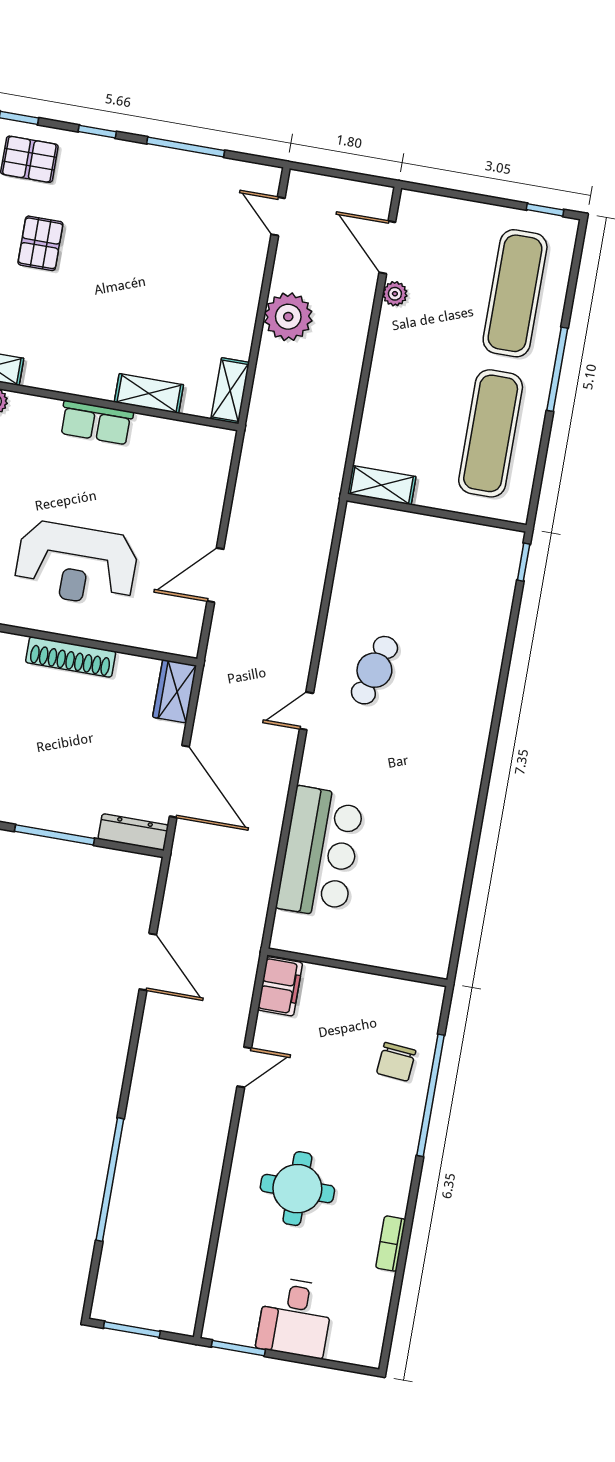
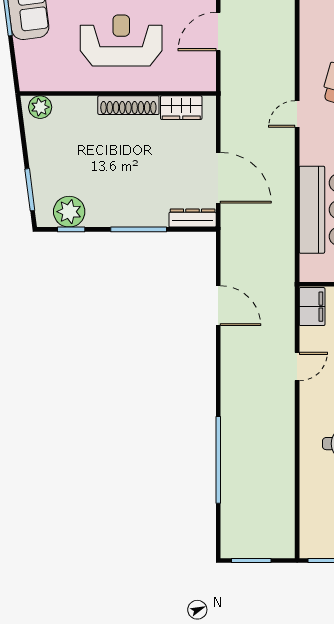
reception desk: (76, 564) -> (121, 40), turned 180
wardrobe: (175, 691) -> (181, 108), moved, turned -90

